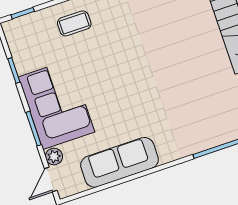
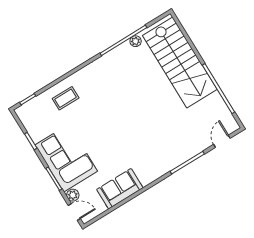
sofa: (119, 162) -> (120, 189), width x0.73
door: (51, 180) -> (74, 212), swing flipped

